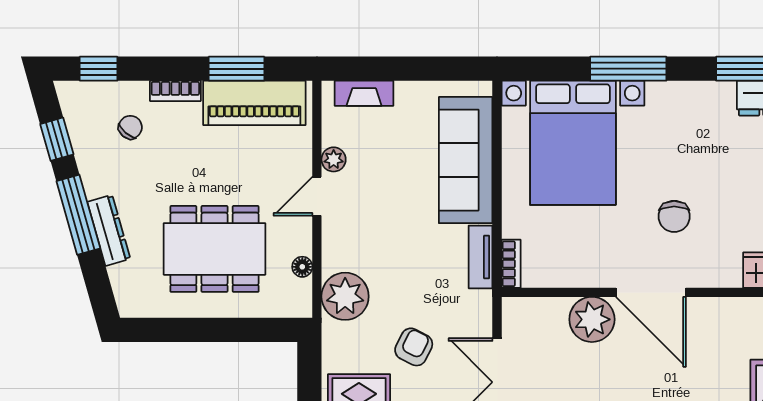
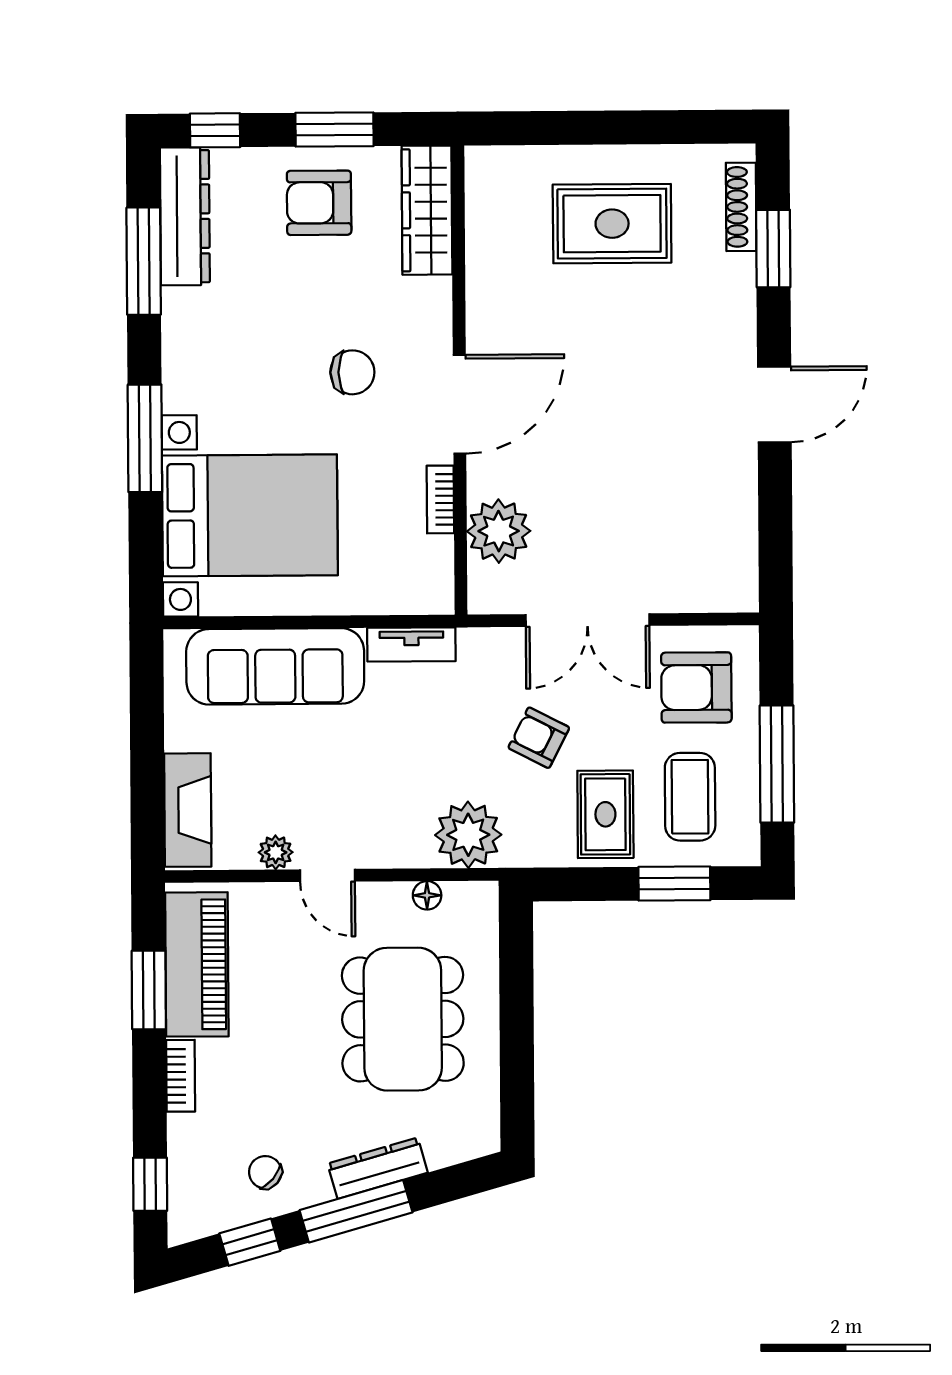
fireplace: (364, 93) -> (188, 810), width x1.37, depth x1.32
chair: (130, 127) -> (265, 1172), moved
bookcase: (511, 264) -> (440, 499), moved, turned -90
plant: (592, 319) -> (499, 531), moved

